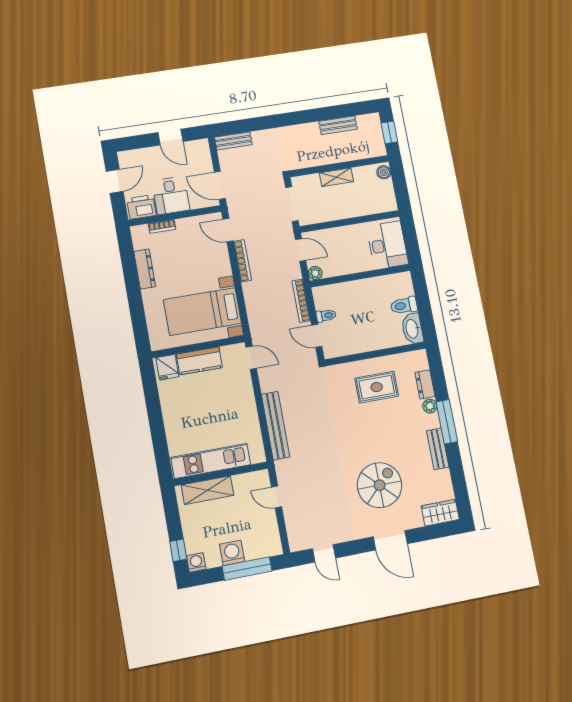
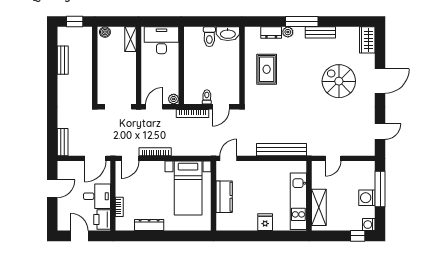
shelving: (336, 177) -> (131, 39), moved
fridge: (167, 367) -> (265, 222), moved, turned -90

